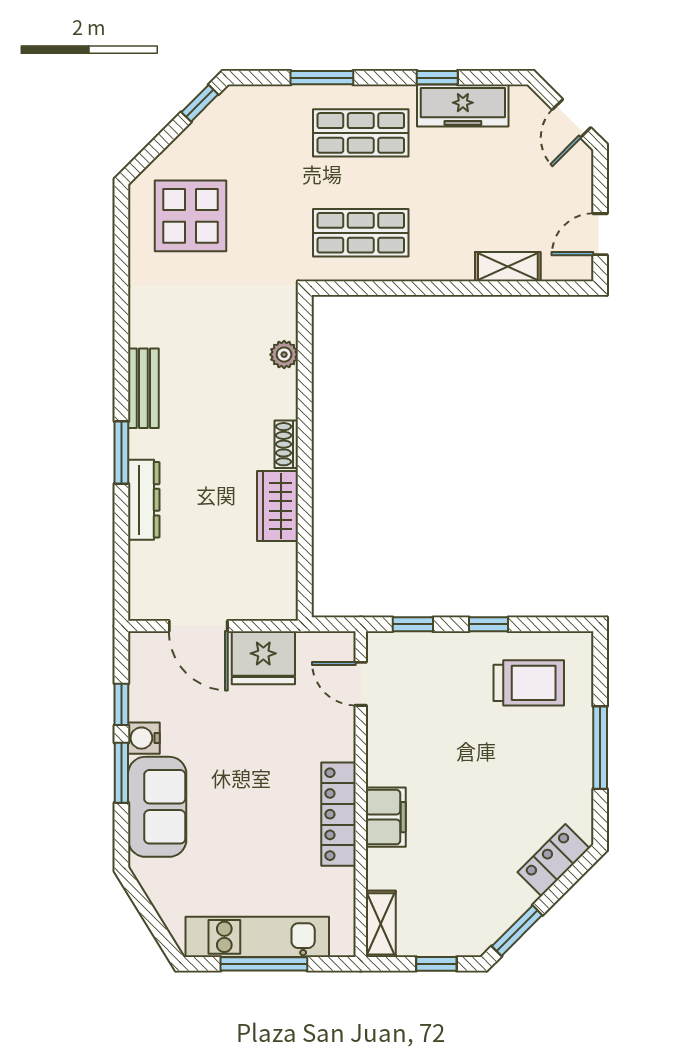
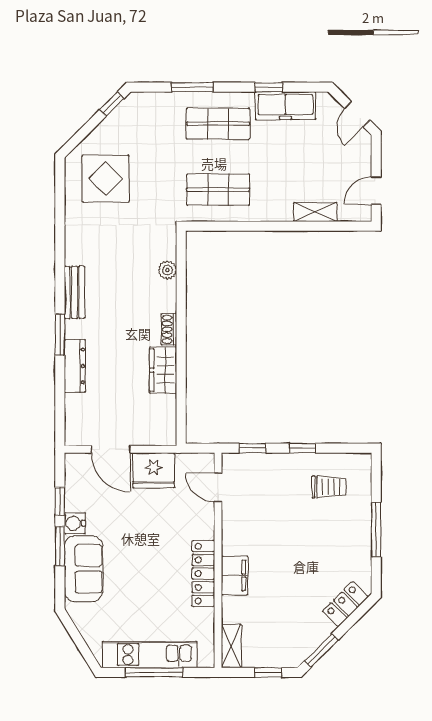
trolley: (529, 683) -> (329, 487), width x0.73, depth x0.72

